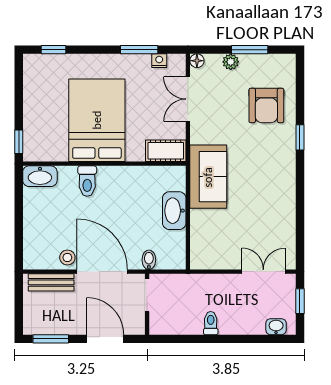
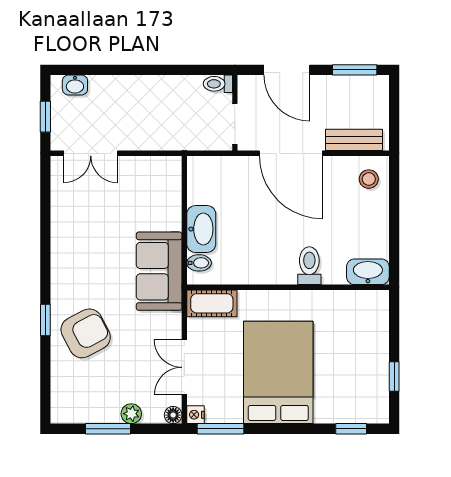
window: (139, 50) -> (221, 429), moved
nightstand: (159, 61) -> (195, 415), moved, turned 90
double door: (188, 99) -> (184, 367), swing flipped
armchair: (266, 105) -> (86, 333), moved, turned 62
bed: (97, 120) -> (278, 372), moved, turned 180
window: (19, 142) -> (394, 376), moved
stool: (67, 257) -> (369, 179), moved
bidet: (149, 260) -> (199, 263), moved, turned -90
toilet: (211, 323) -> (218, 84), moved, turned 90

